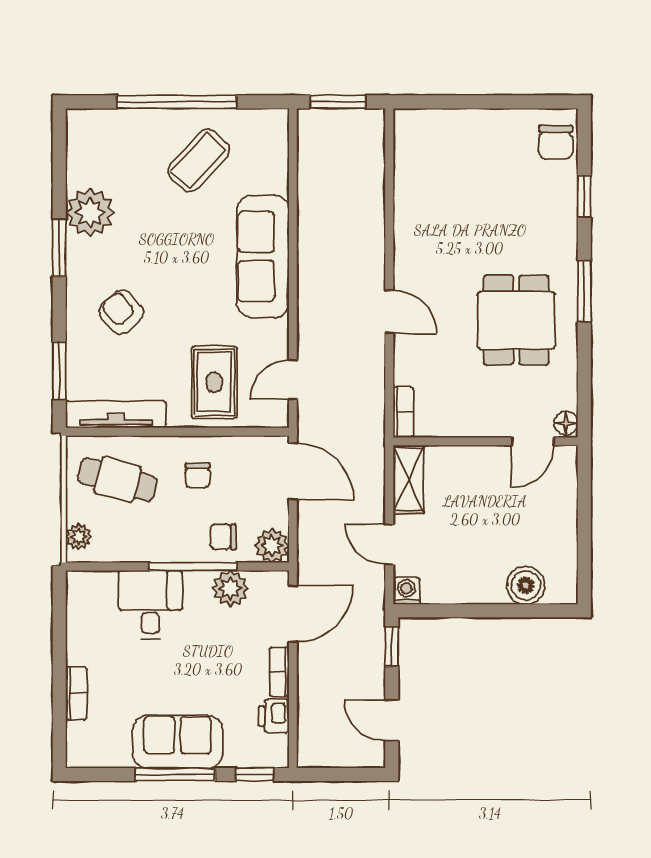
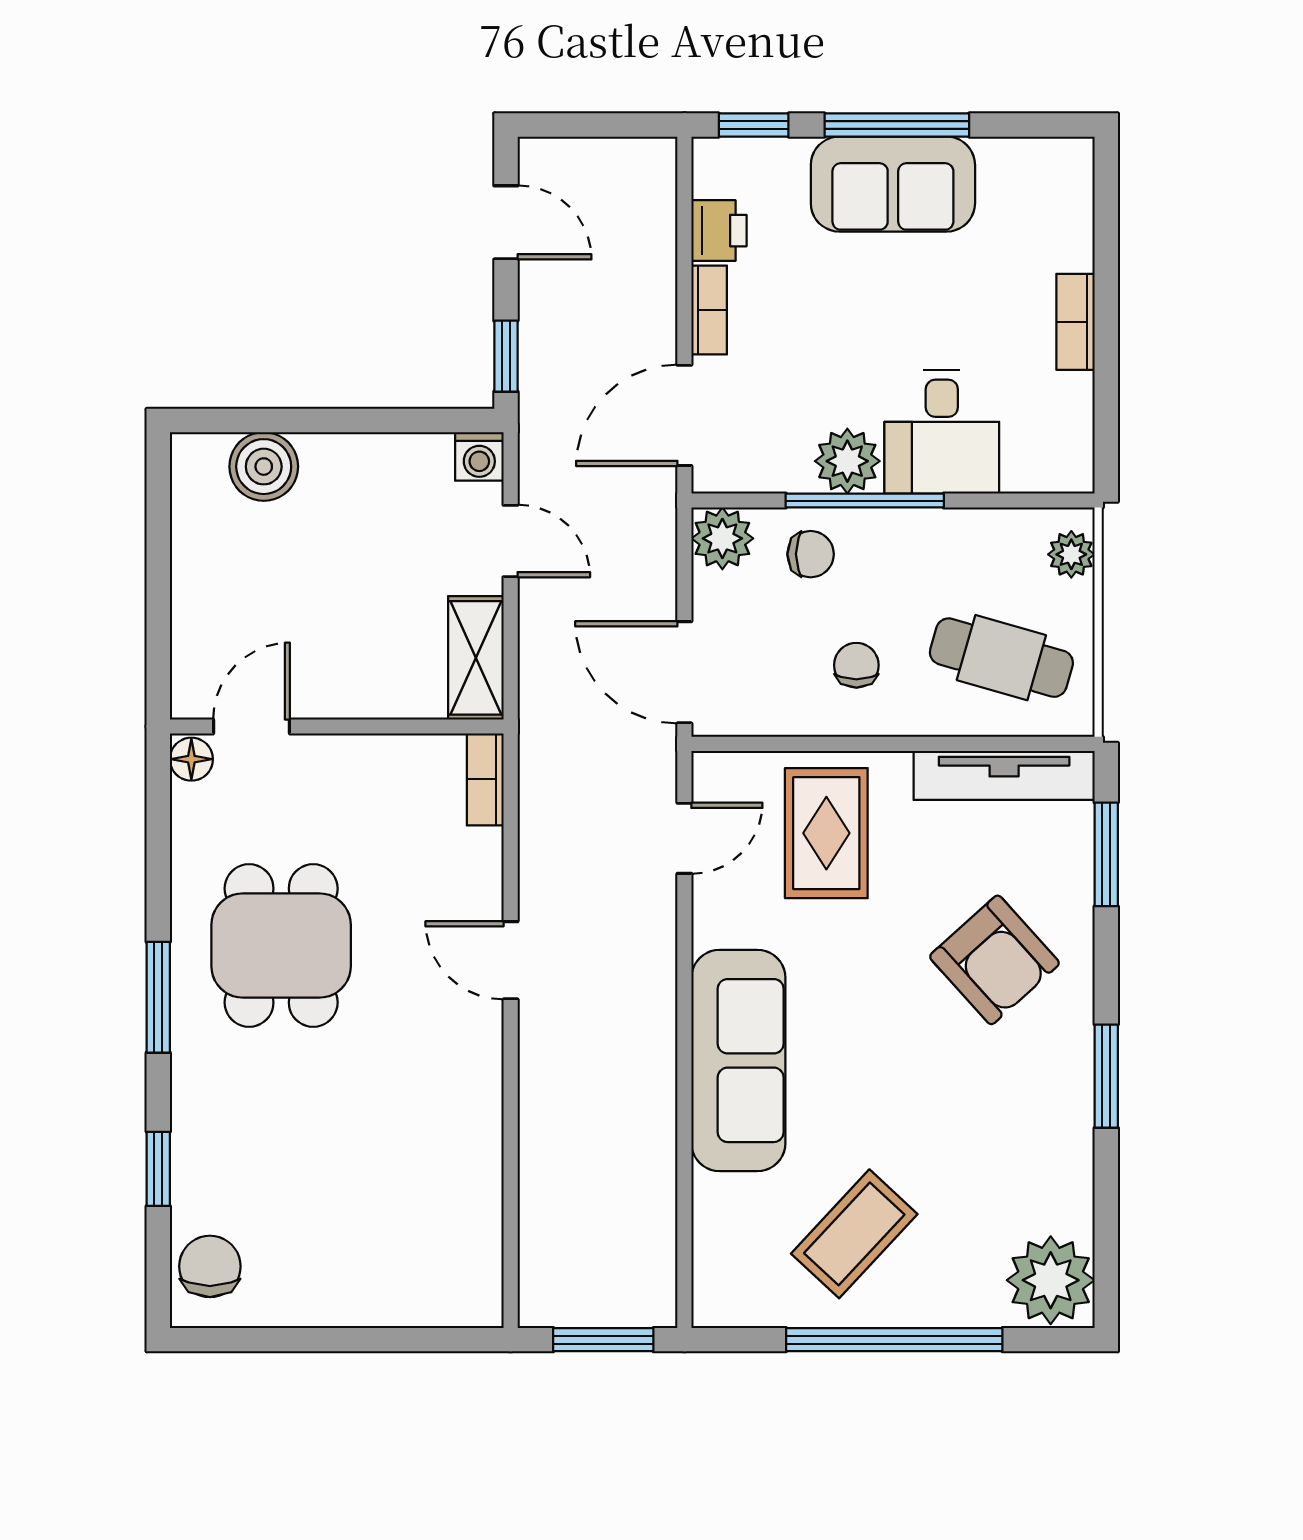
plant: (90, 213) -> (1051, 1280), moved
armchair: (121, 312) -> (994, 960), width x1.38, depth x1.38
plant: (230, 588) -> (847, 461), moved
bookcase: (76, 693) -> (1075, 322), moved

